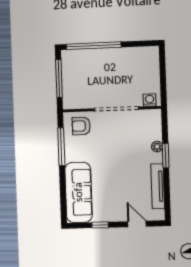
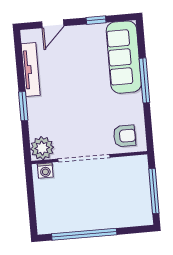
window: (94, 46) -> (84, 234), moved
window: (61, 147) -> (144, 80), moved
plant: (157, 147) -> (42, 148), moved, width x1.87, depth x1.87
door: (137, 224) -> (53, 24), hinge flipped

